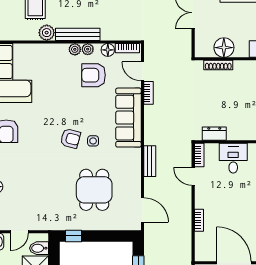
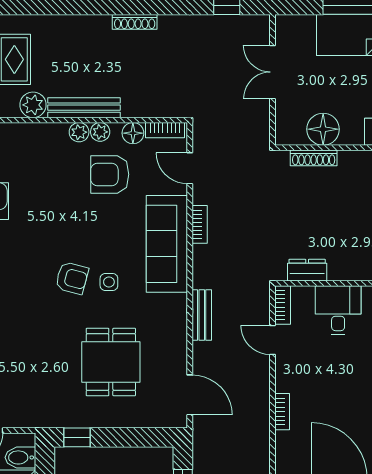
bookcase: (149, 93) -> (200, 224), moved

